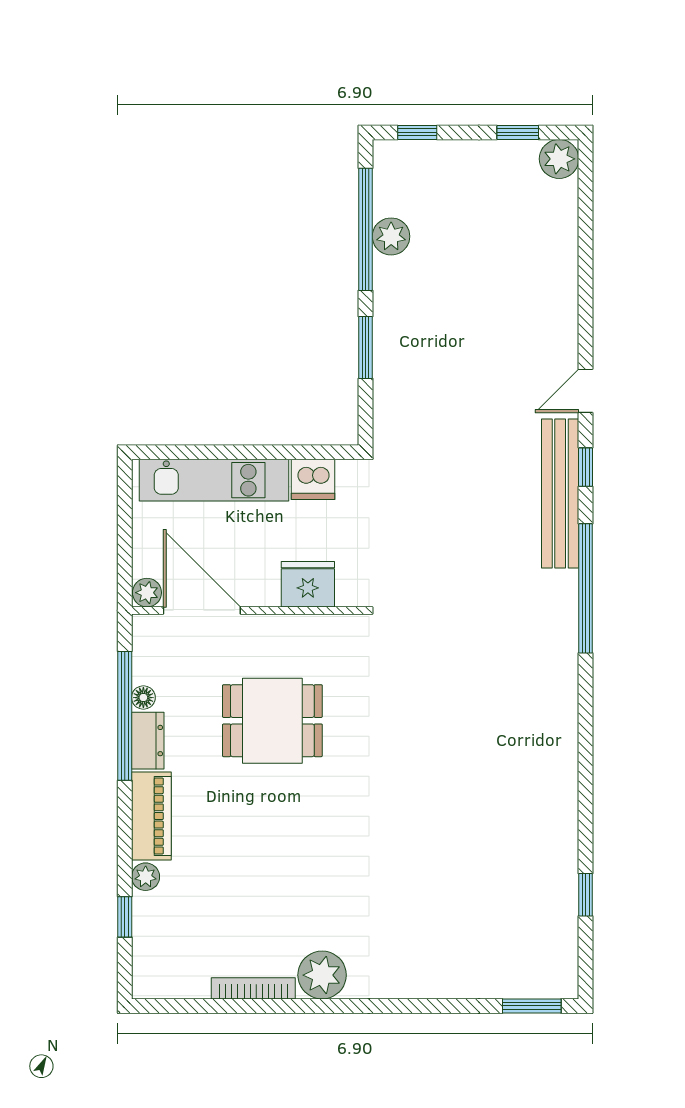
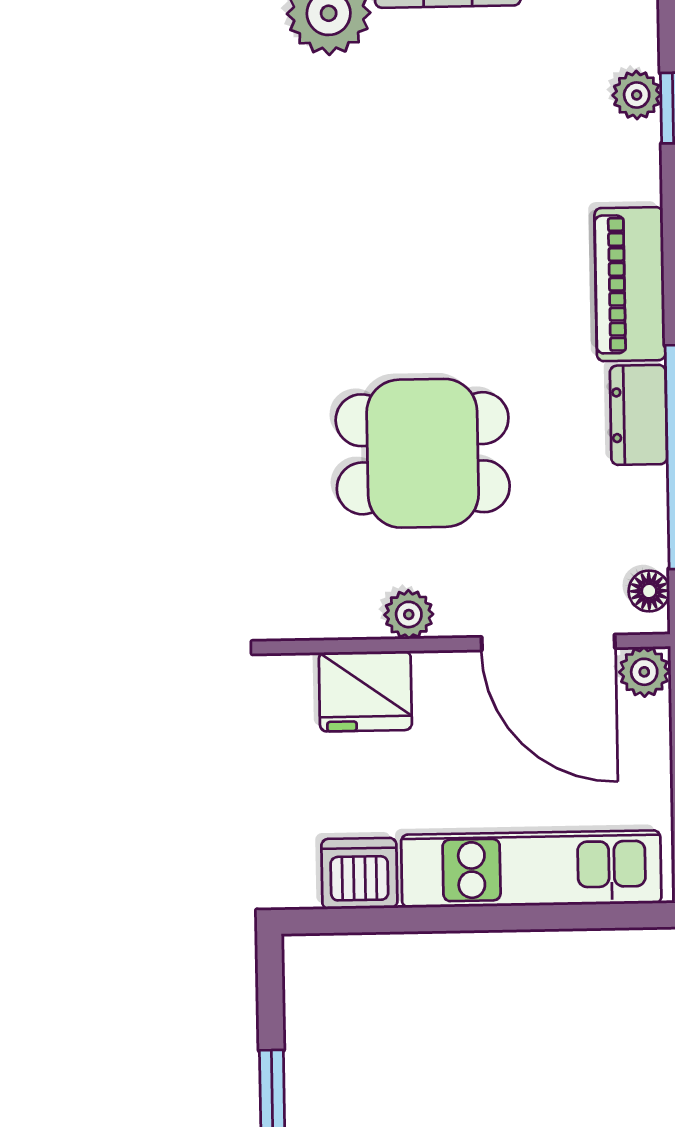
plant: (282, 628) -> (409, 614), added
floor lamp: (143, 698) -> (649, 591), moved
plant: (146, 877) -> (637, 95), moved

